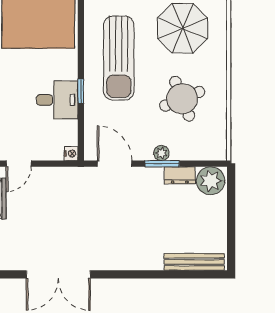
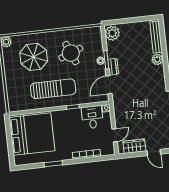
desk: (57, 100) -> (92, 117), moved
door: (19, 164) -> (115, 135), hinge flipped
dresser: (180, 175) -> (113, 67), moved
plant: (152, 260) -> (157, 59), added

